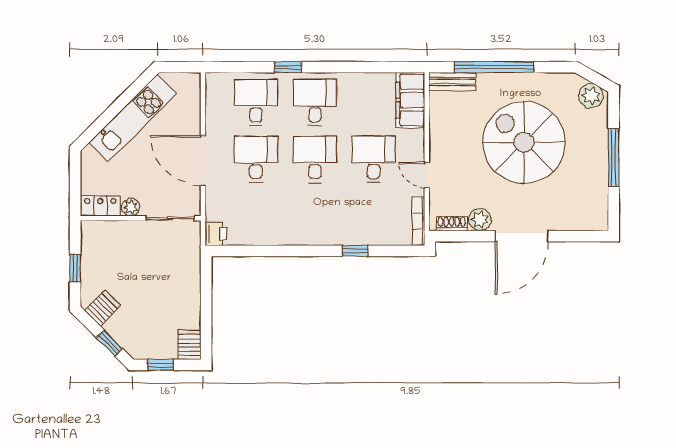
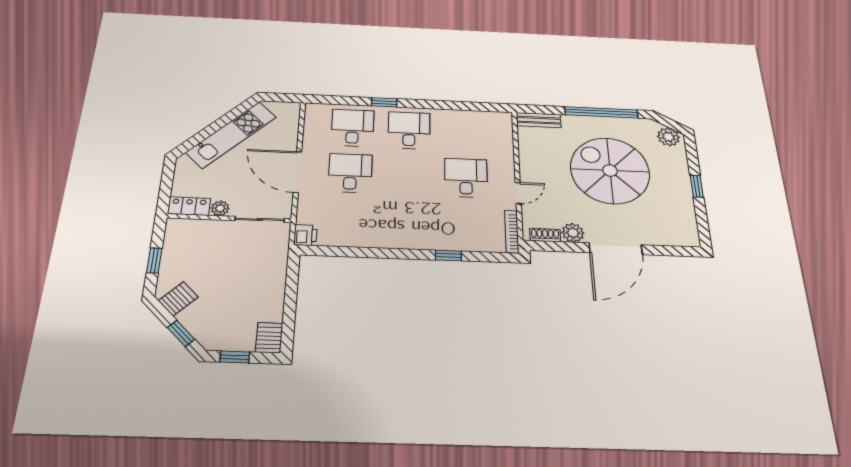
window: (494, 67) -> (601, 112), moved
filing cabinet: (410, 100) -> (500, 133), removed
window: (614, 158) -> (697, 186), width x0.46
desk: (315, 159) -> (408, 175), removed
door: (427, 175) -> (518, 193), swing flipped

